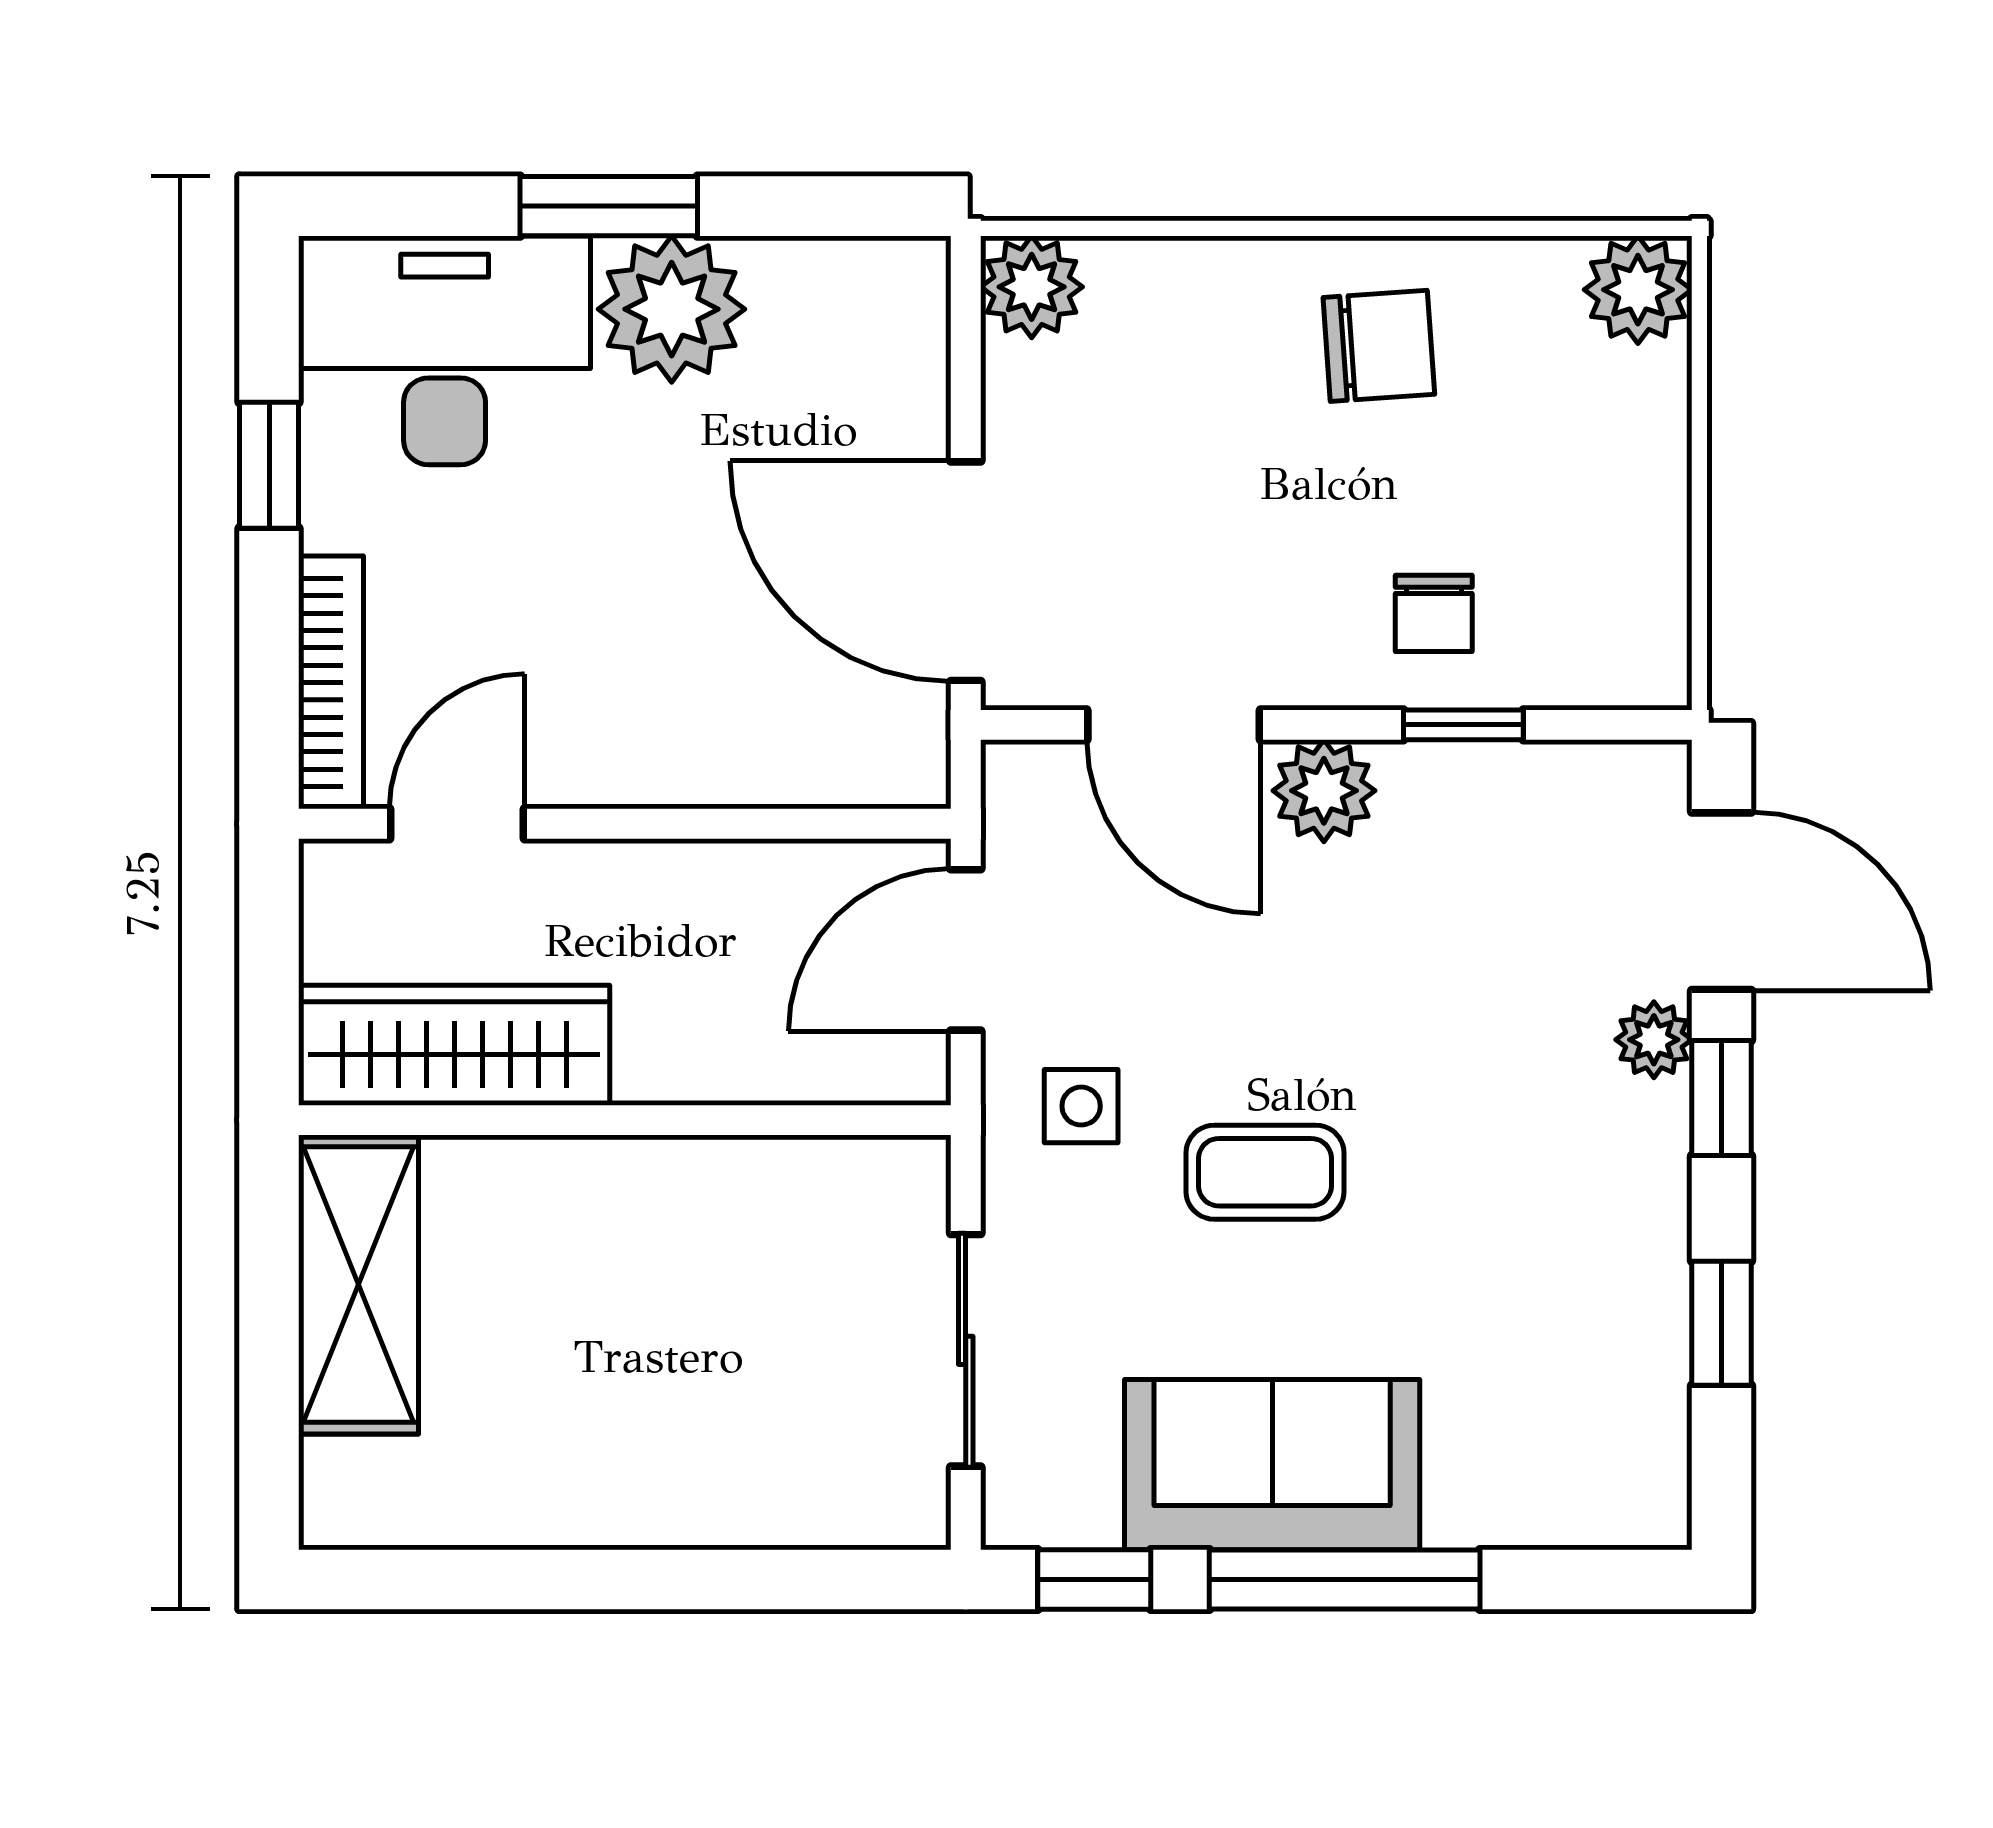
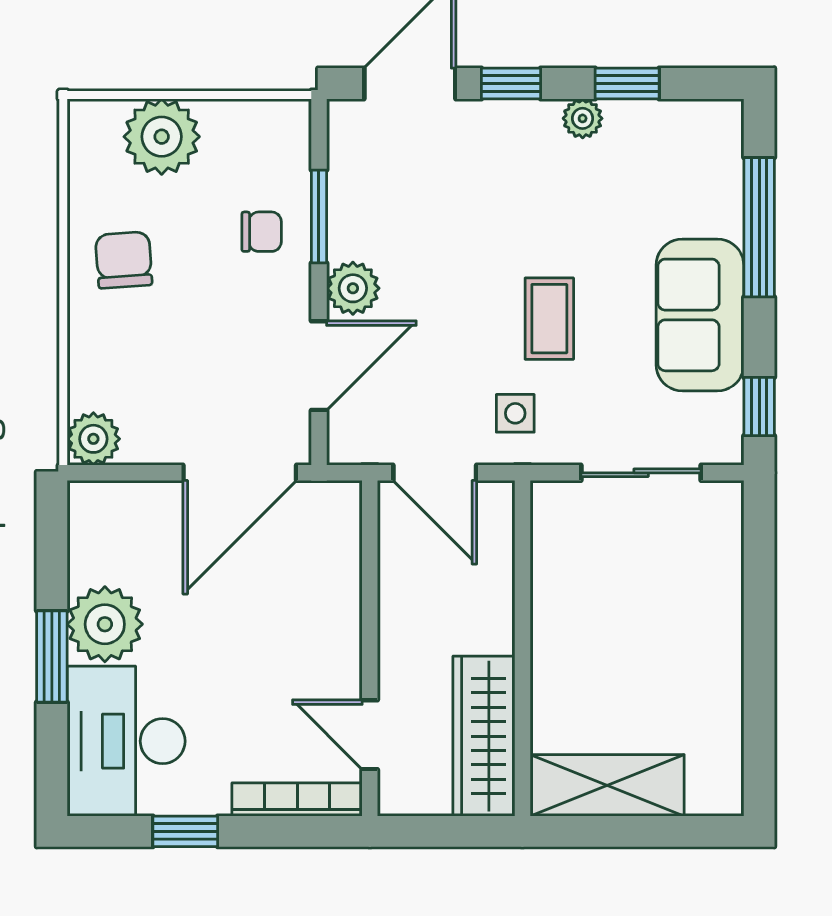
plant: (1638, 290) -> (162, 137), moved, width x1.36, depth x1.36
window: (1463, 725) -> (319, 216), width x1.50
plant: (1654, 1040) -> (583, 118), moved
window: (1345, 1580) -> (759, 227), moved

